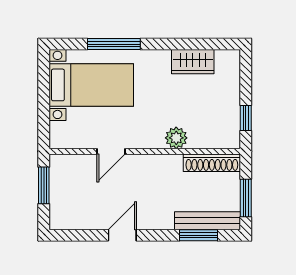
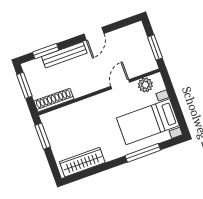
wardrobe: (193, 62) -> (82, 162), width x1.50
window: (246, 118) -> (43, 136), width x1.50
plant: (176, 138) -> (145, 85), moved
bench: (208, 221) -> (64, 55), moved

